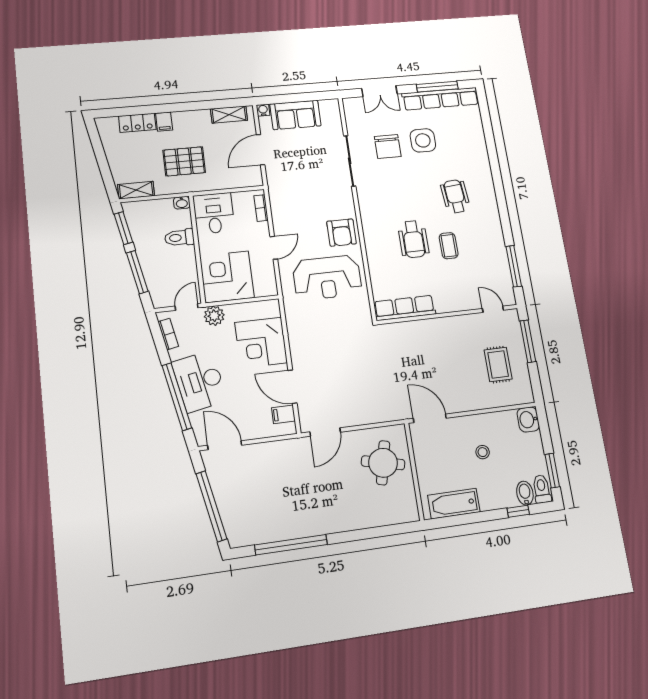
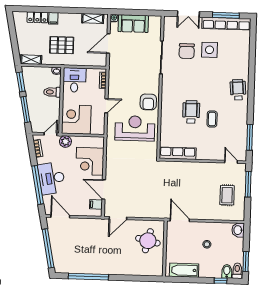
wheelchair: (455, 196) -> (238, 90), moved
wheelchair: (413, 239) -> (191, 112), turned 180
reception desk: (327, 278) -> (135, 128), turned 180

